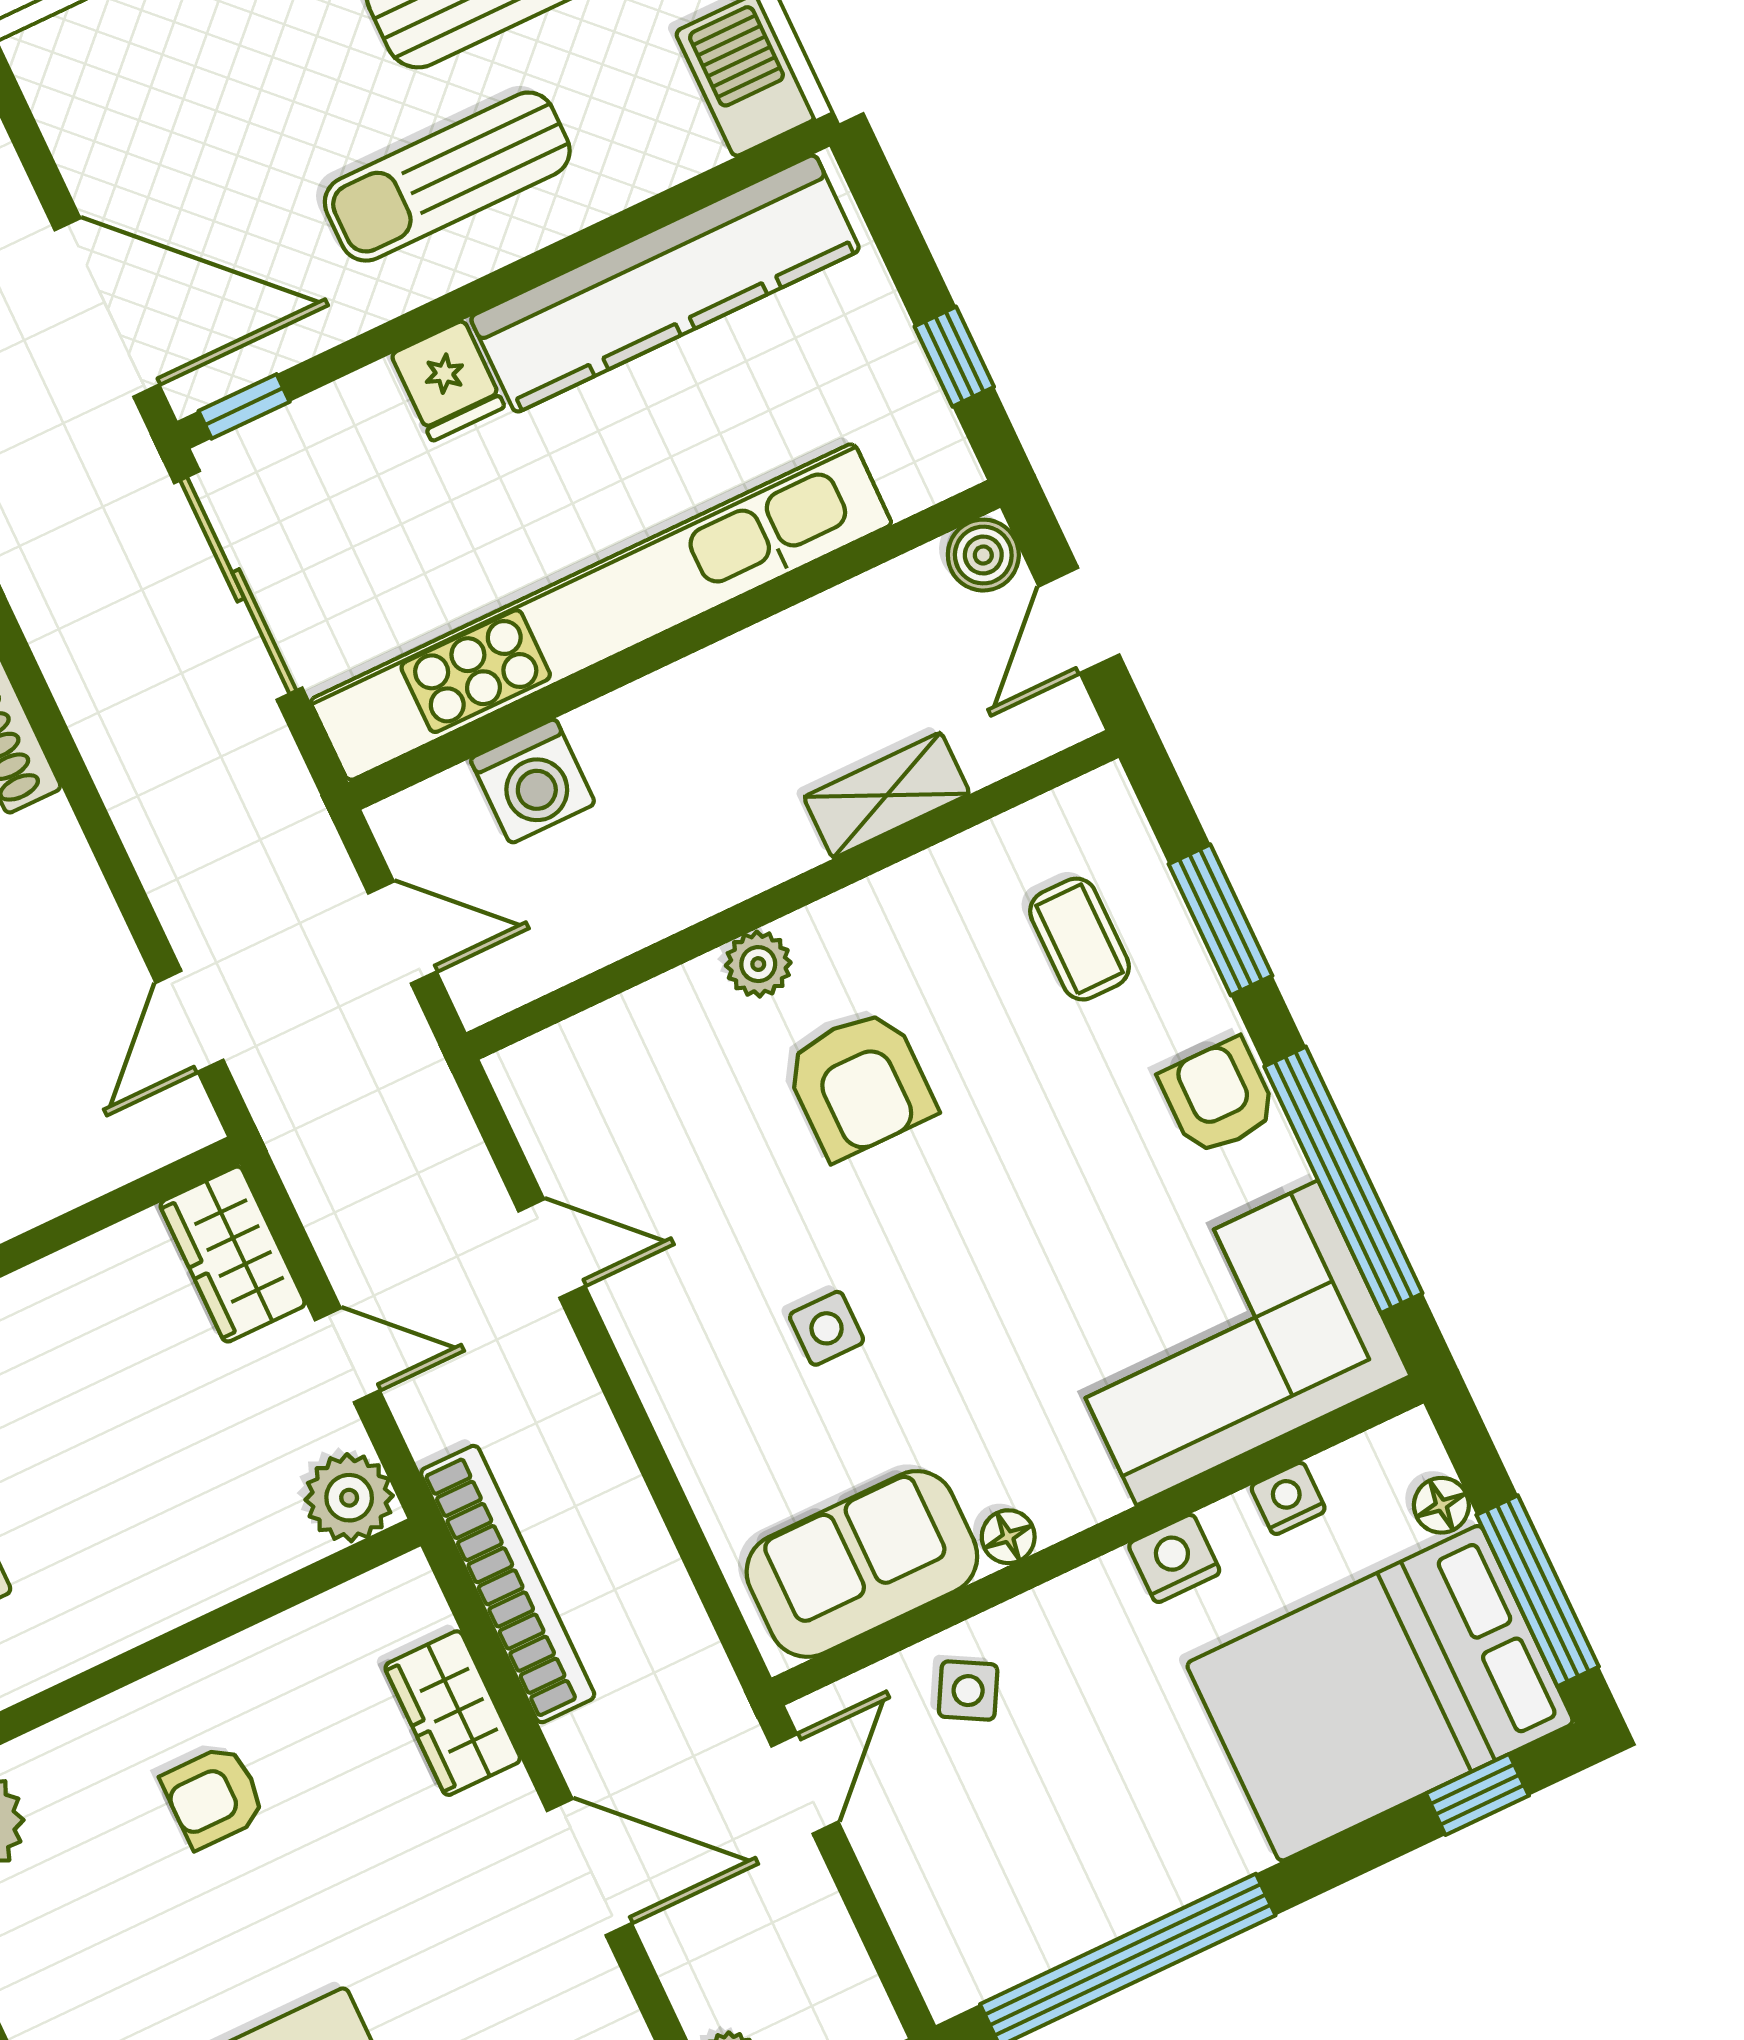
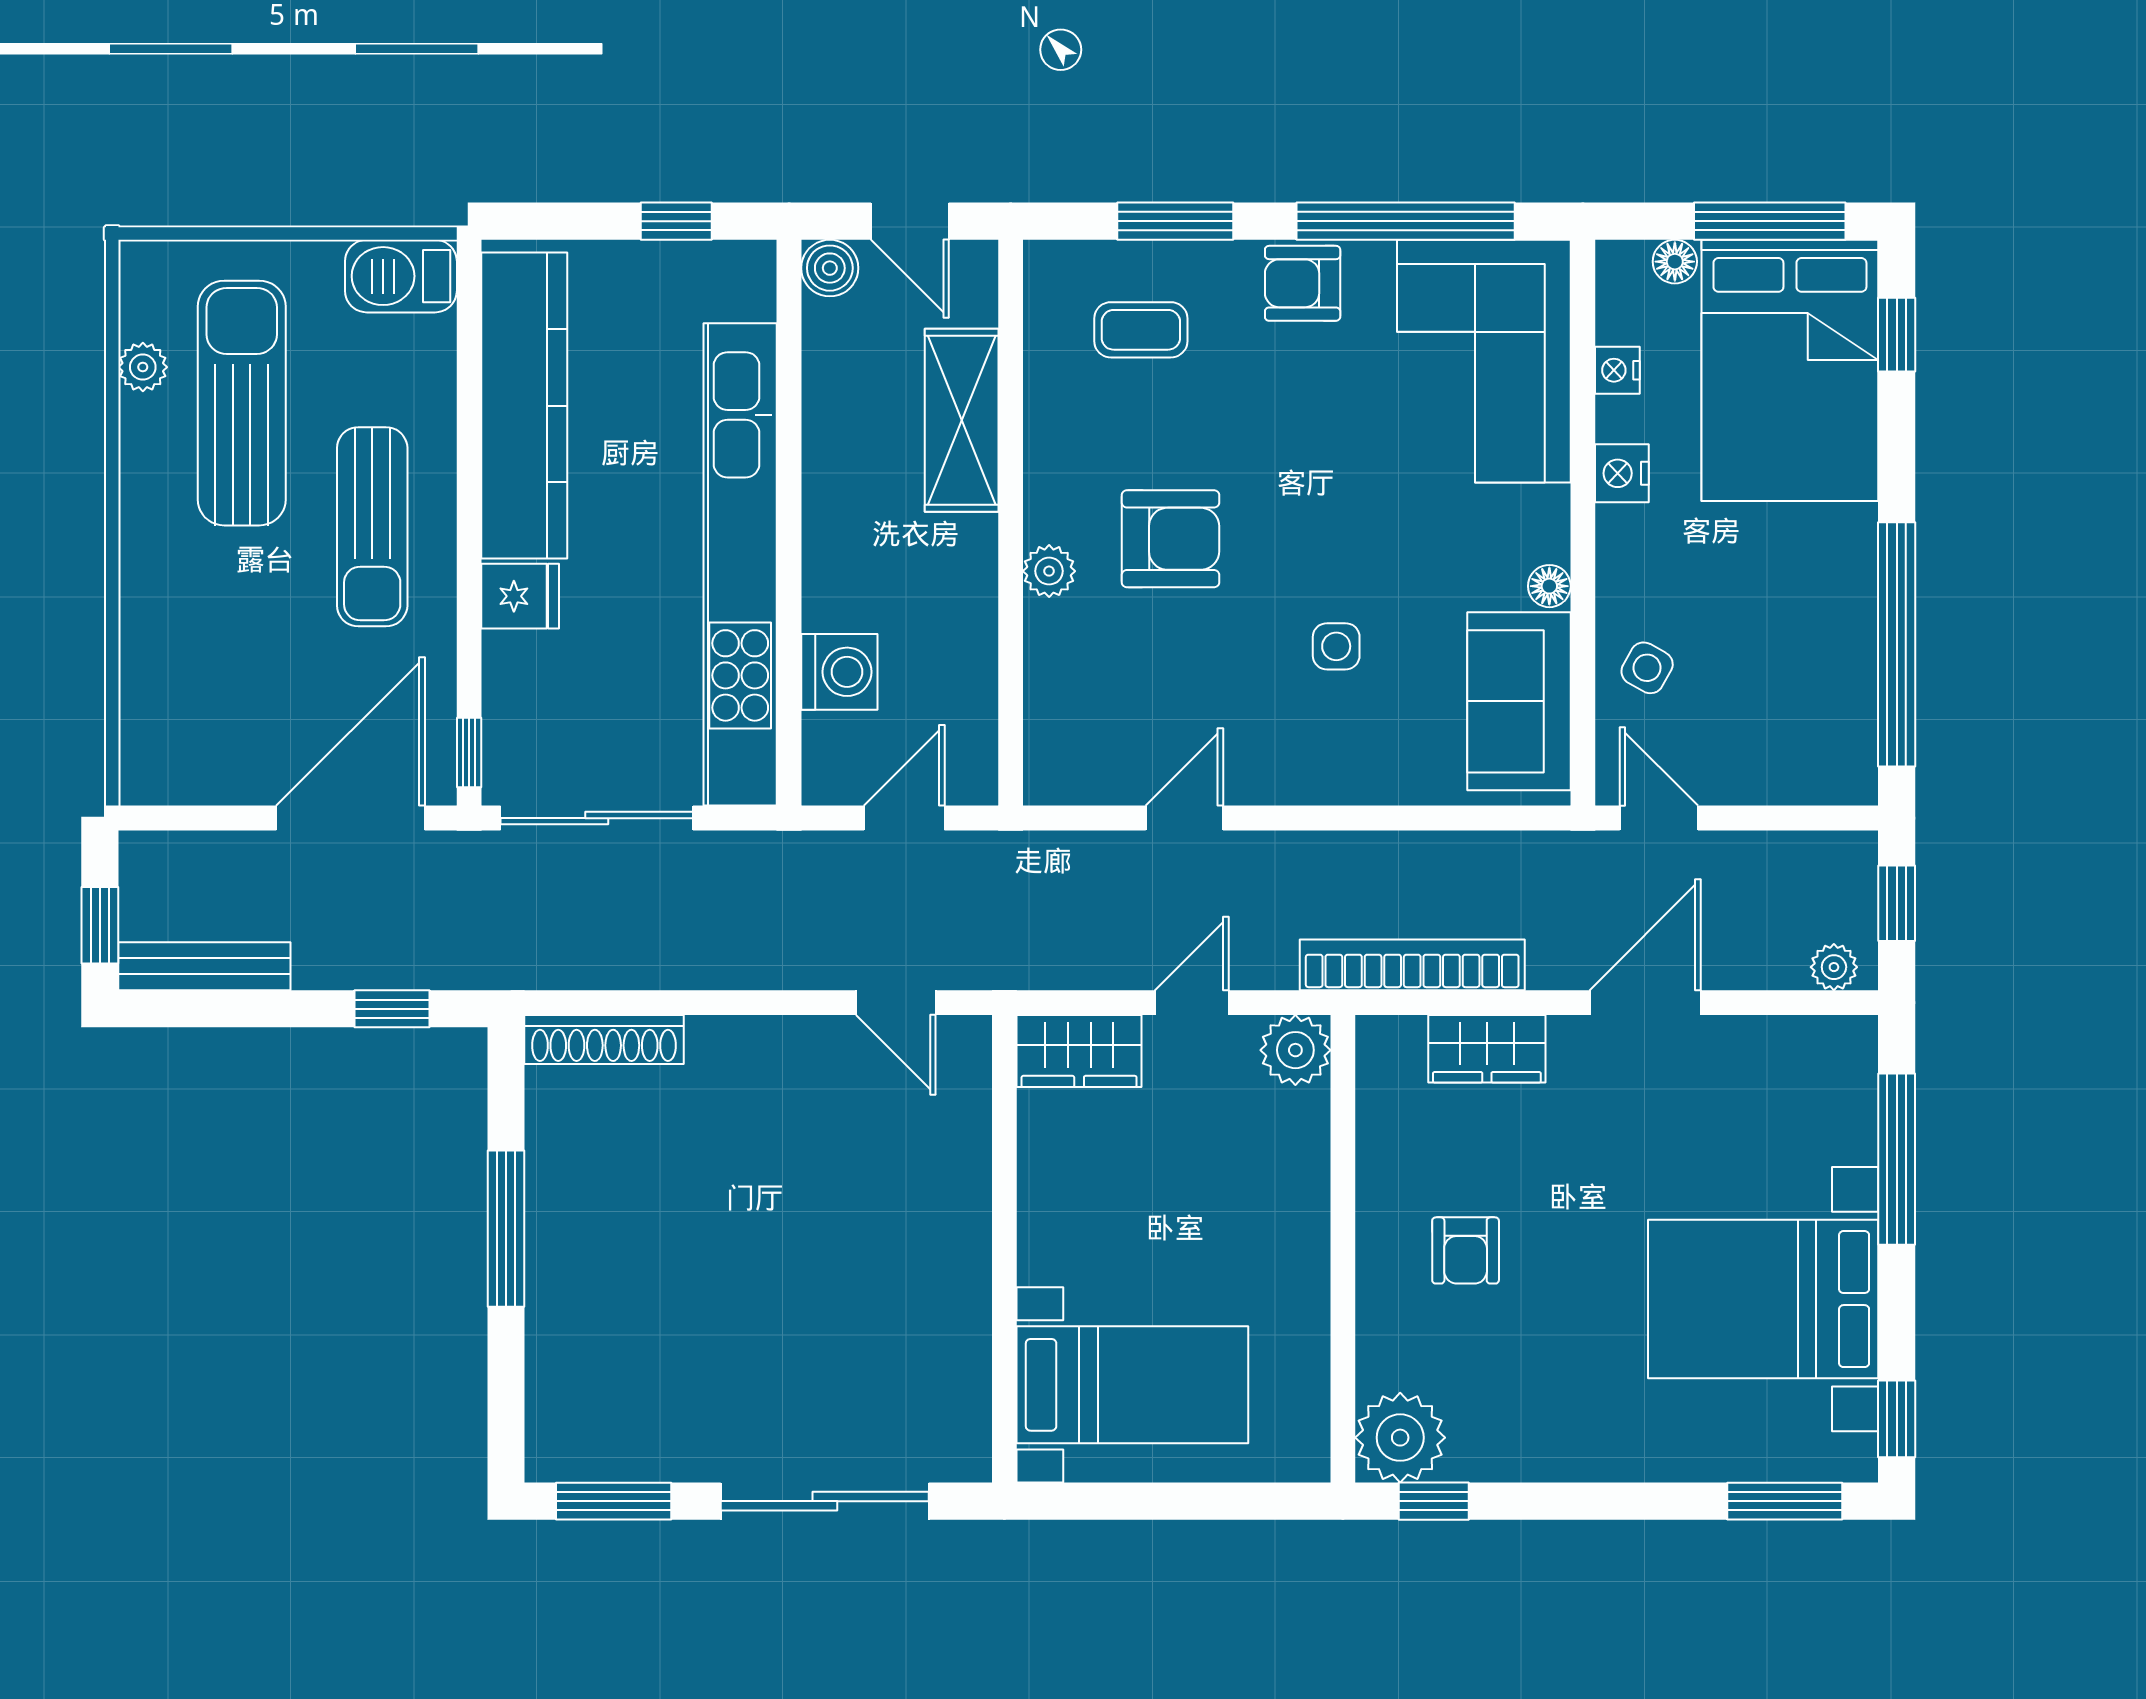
shelving: (887, 795) -> (962, 420), width x1.50, depth x1.33

